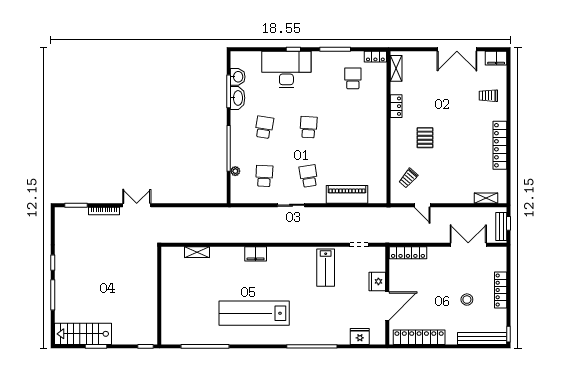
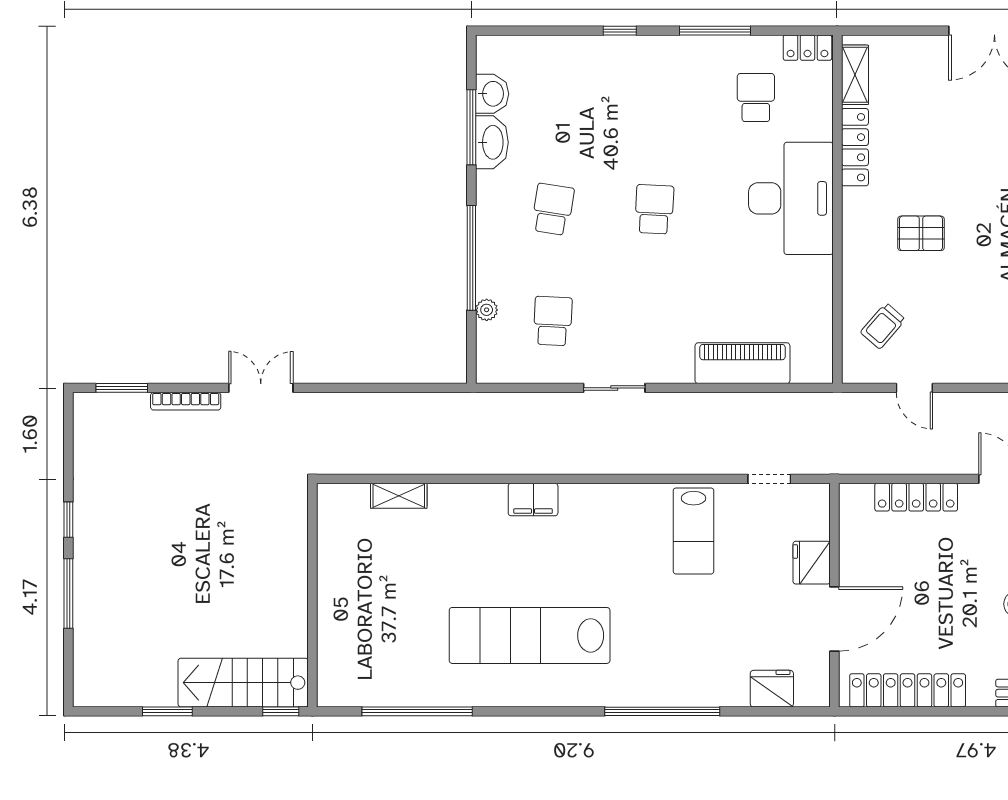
desk: (286, 69) -> (791, 198), moved, turned 90
locker: (396, 106) -> (855, 147), width x1.53
pallet: (425, 138) -> (921, 233), turned 90
school desk: (309, 176) -> (654, 321), removed
locker: (408, 253) -> (916, 497), moved
stairs: (83, 334) -> (243, 683), moved

